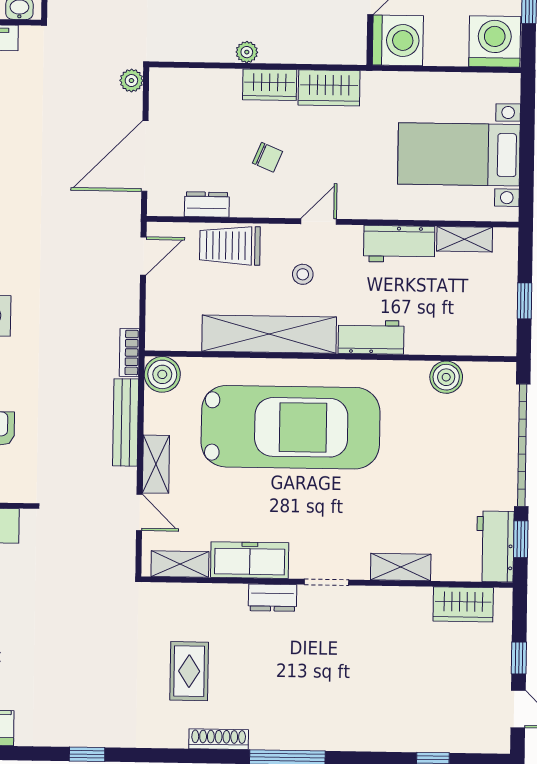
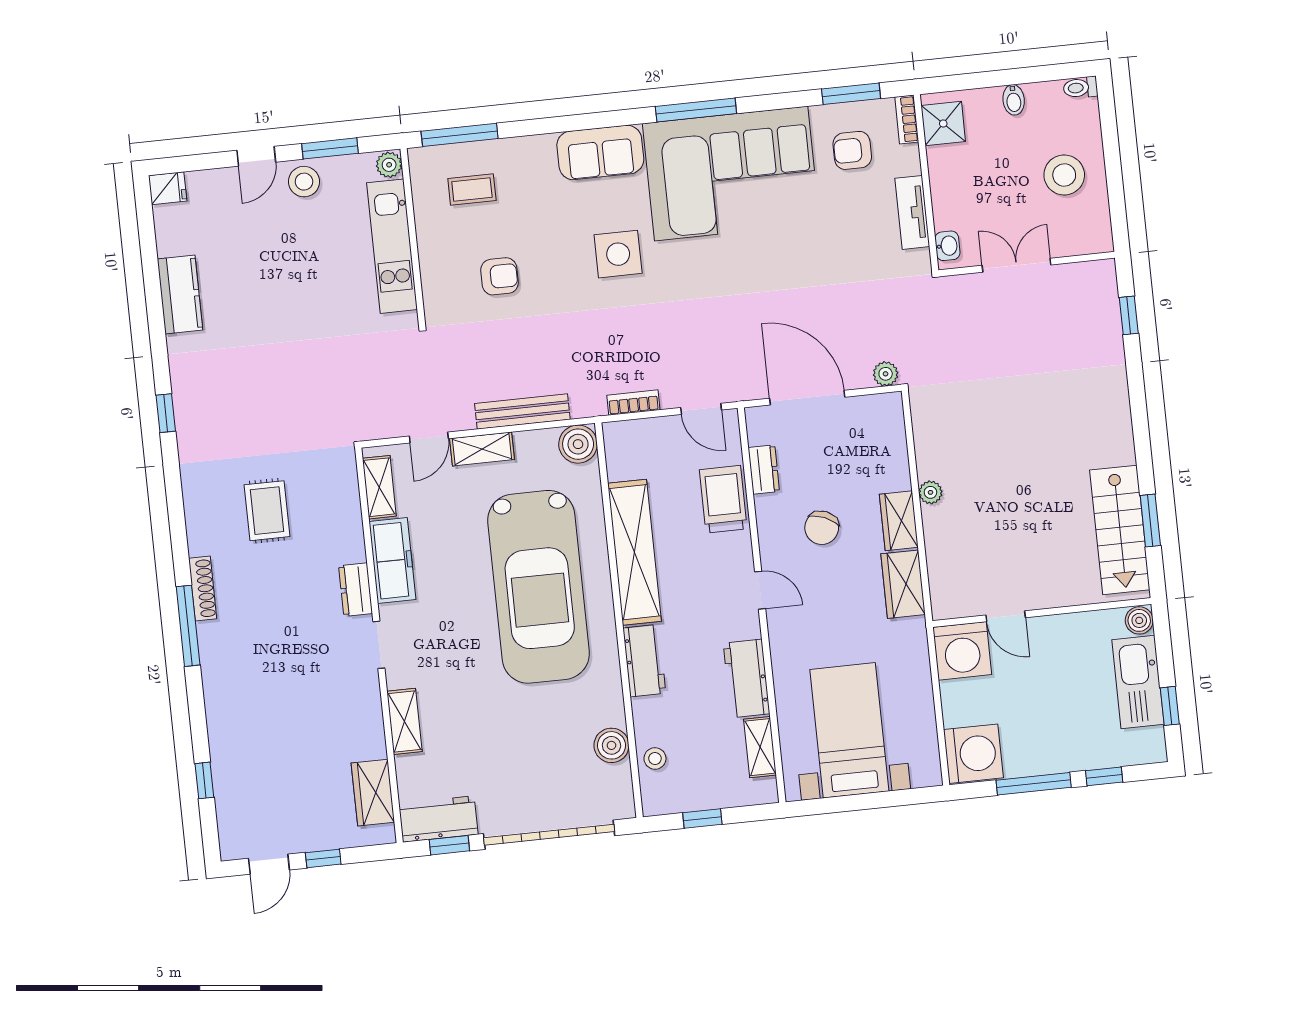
chair: (267, 157) -> (822, 528), width x1.37, depth x1.37
stool: (303, 274) -> (655, 759), moved
bookcase: (129, 352) -> (633, 403), moved
rug: (189, 671) -> (267, 511), turned 90
shoe rack: (219, 739) -> (203, 589), moved

